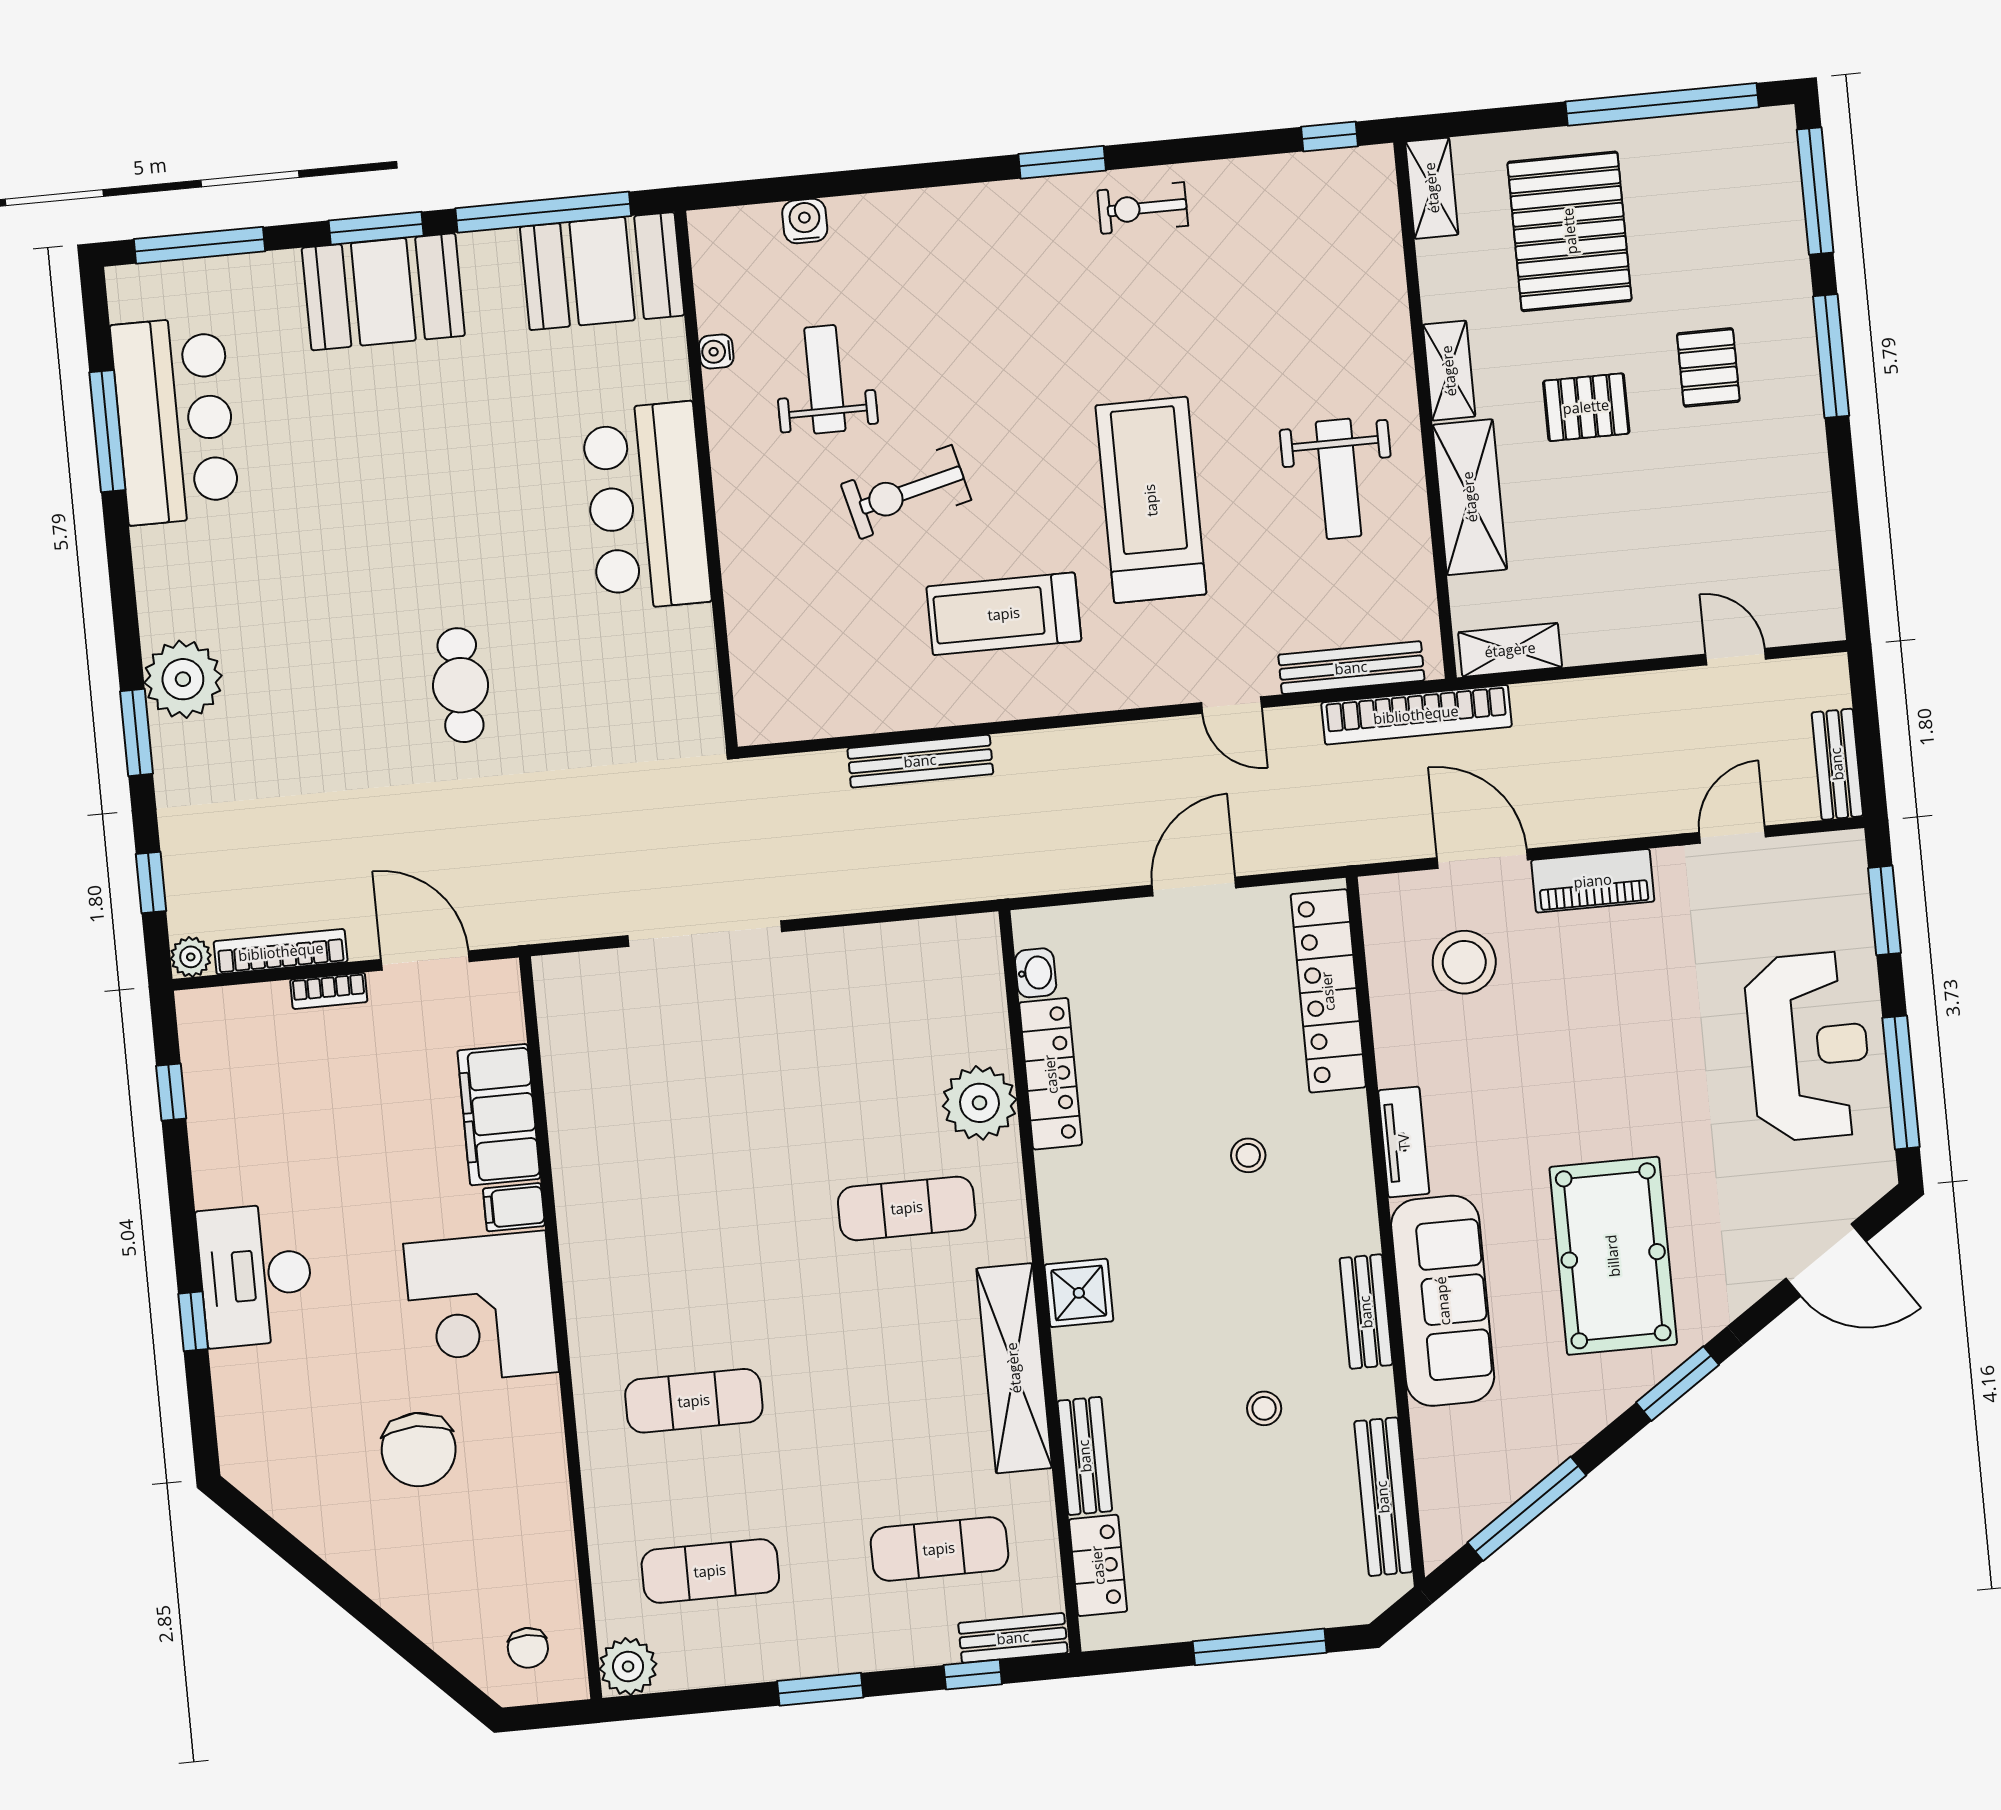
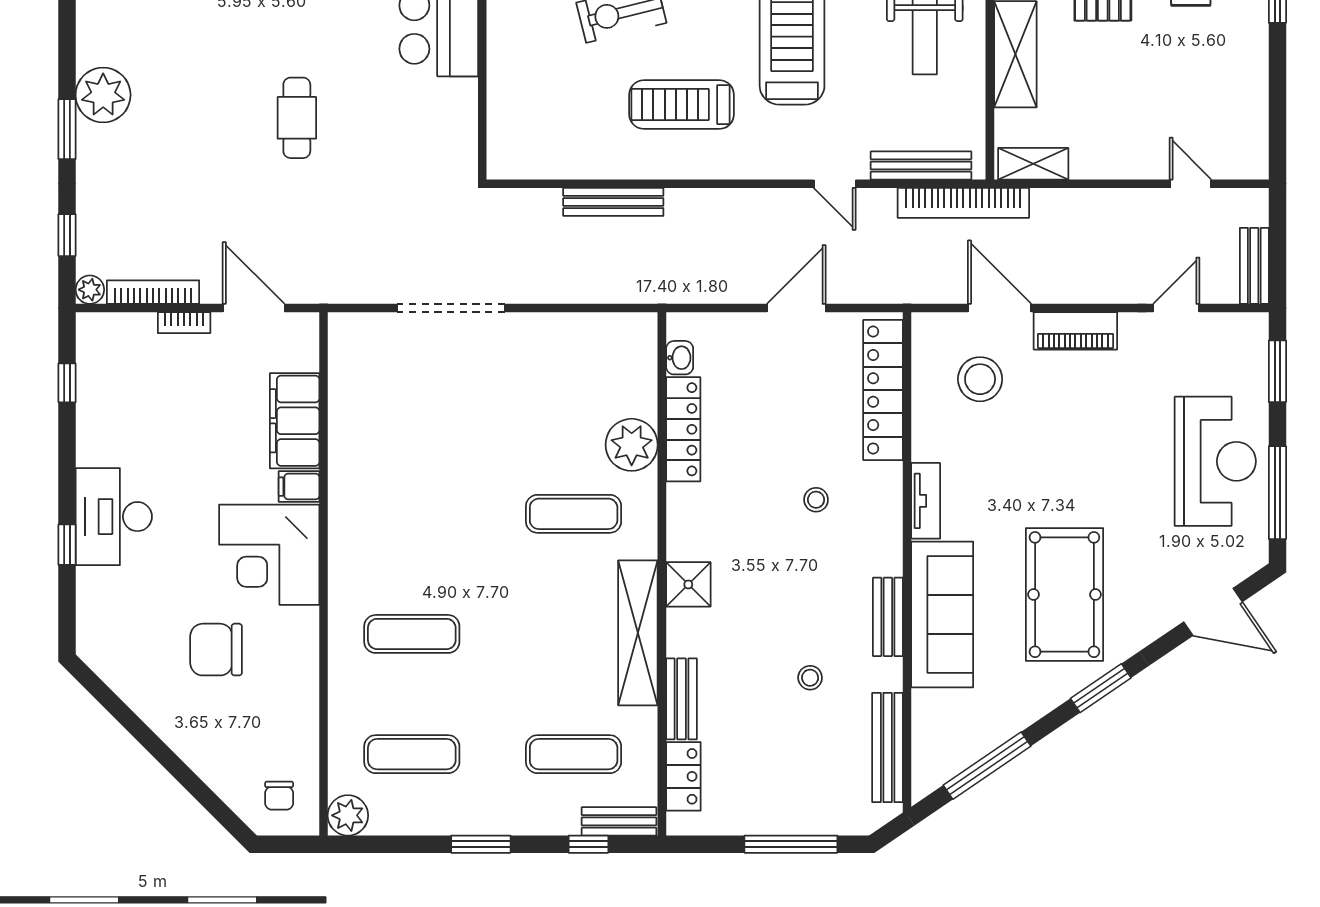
chair: (419, 1450) -> (216, 650), turned 90

